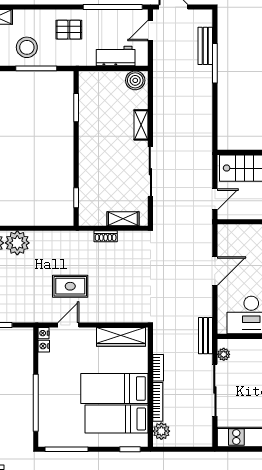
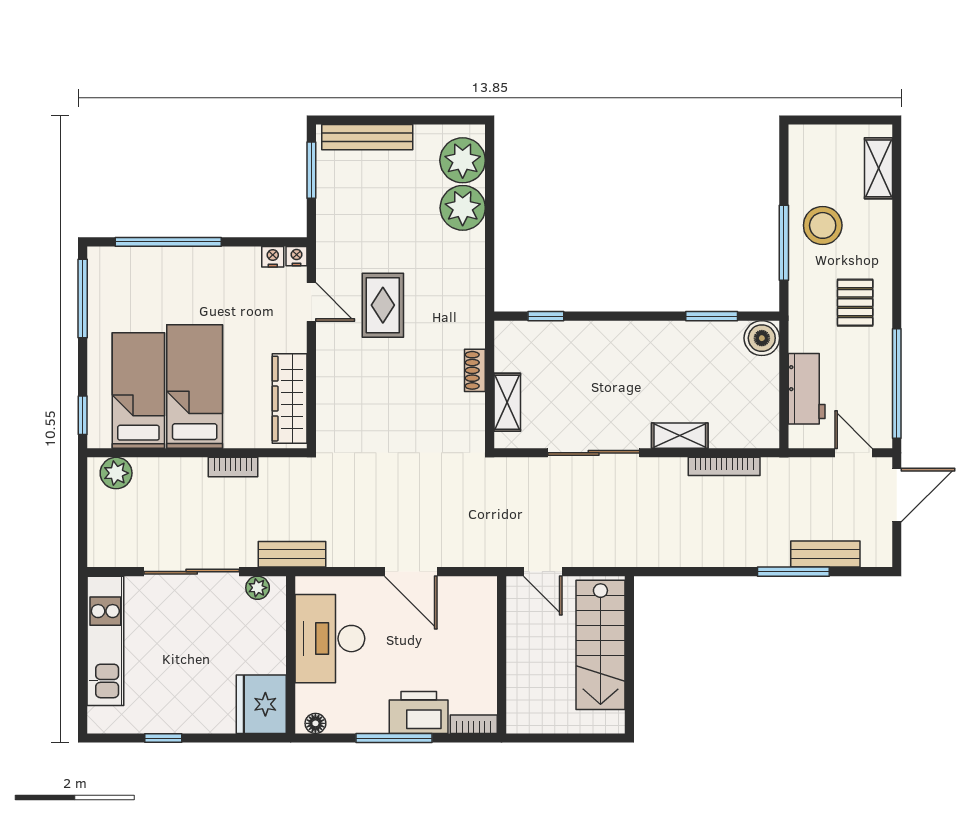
boiler: (135, 80) -> (762, 338), moved
bookcase: (158, 402) -> (724, 466), moved

